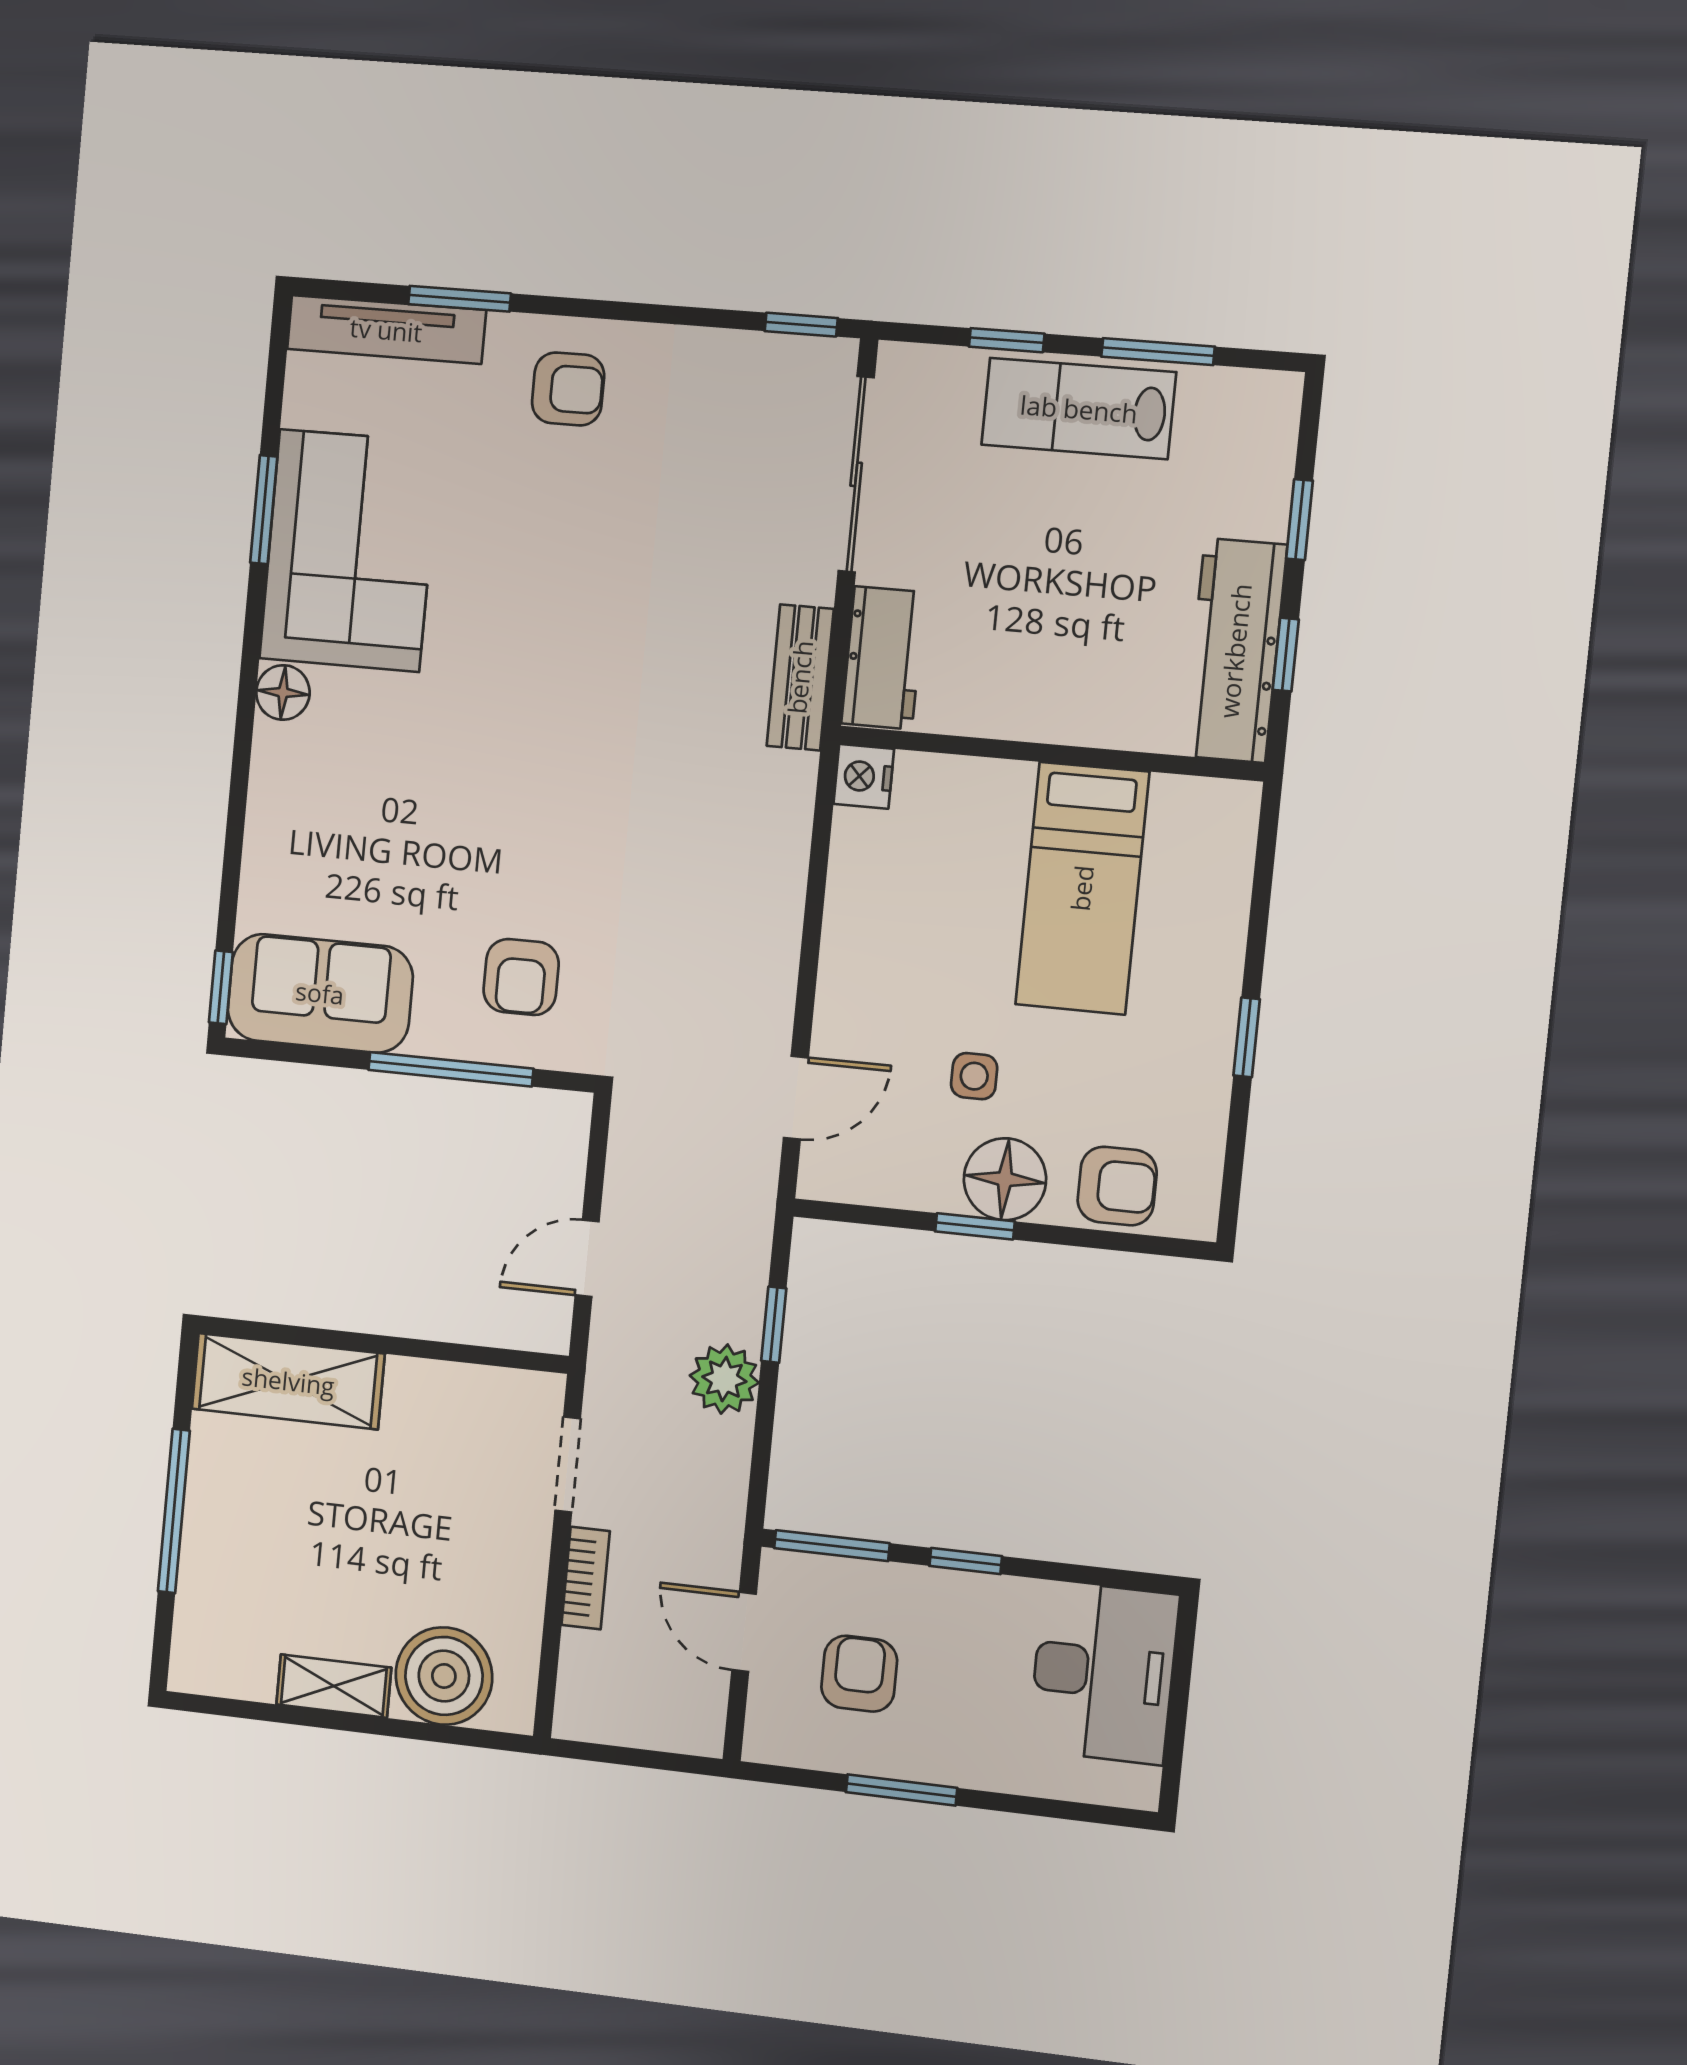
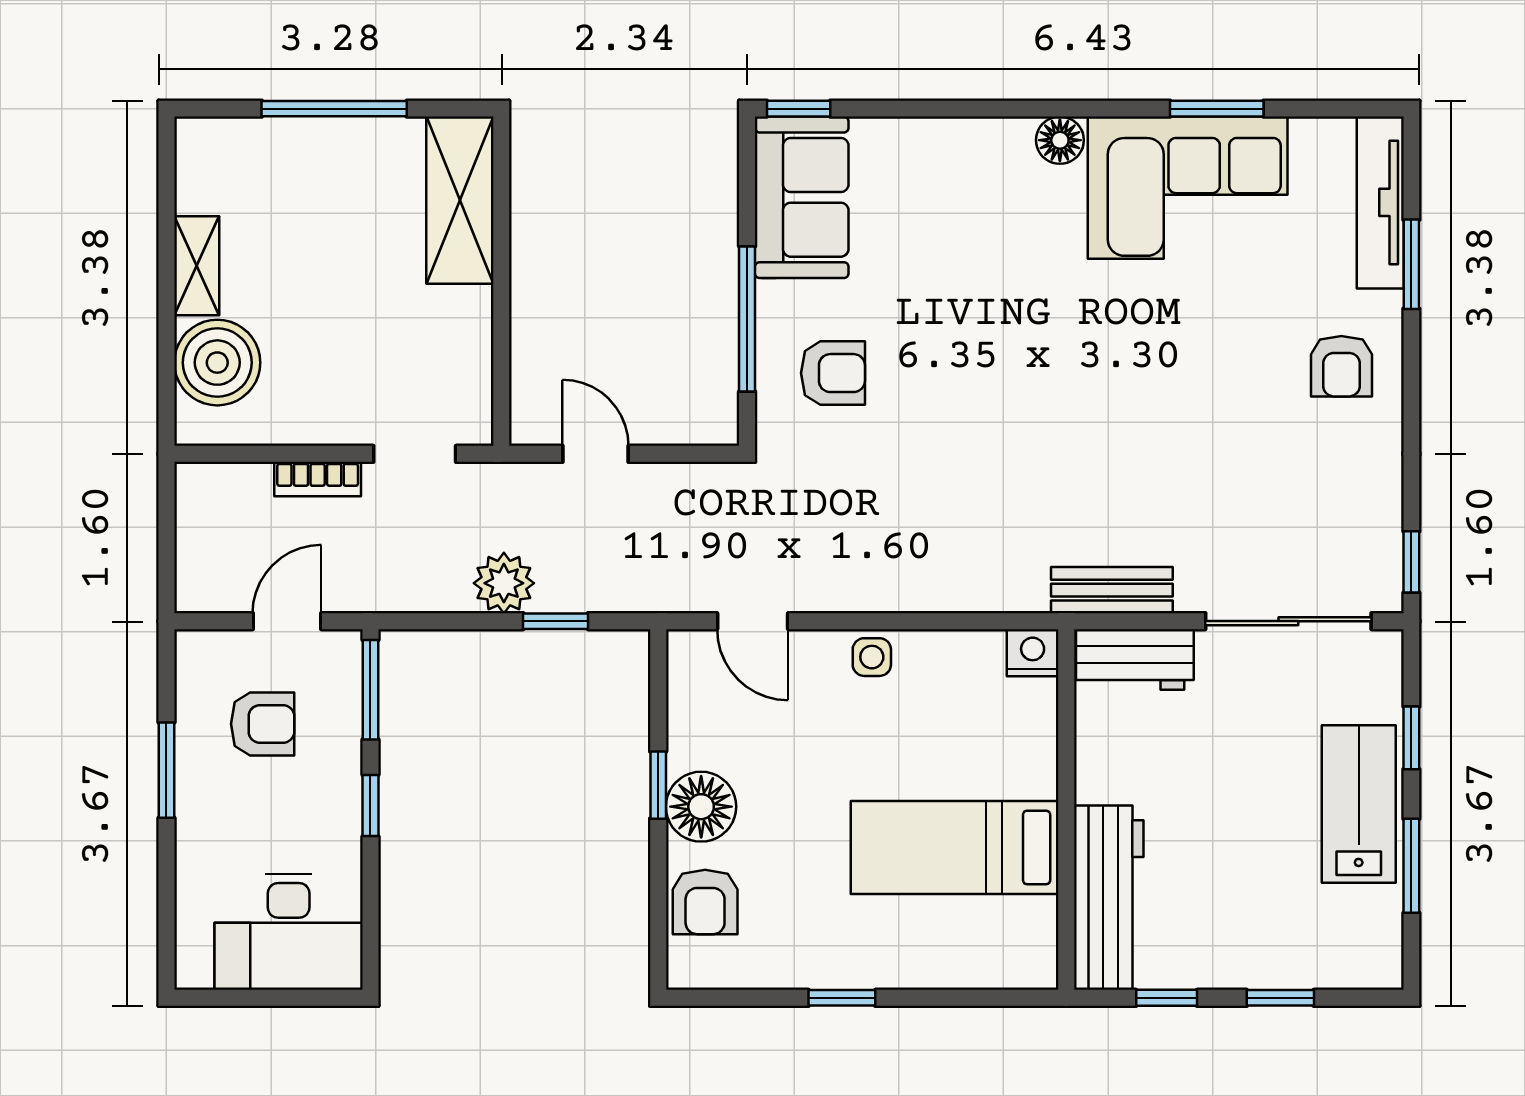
workbench: (1235, 651) -> (1109, 898), moved, turned 90
armchair: (521, 977) -> (833, 373), turned 180
side table: (974, 1076) -> (872, 657), moved

